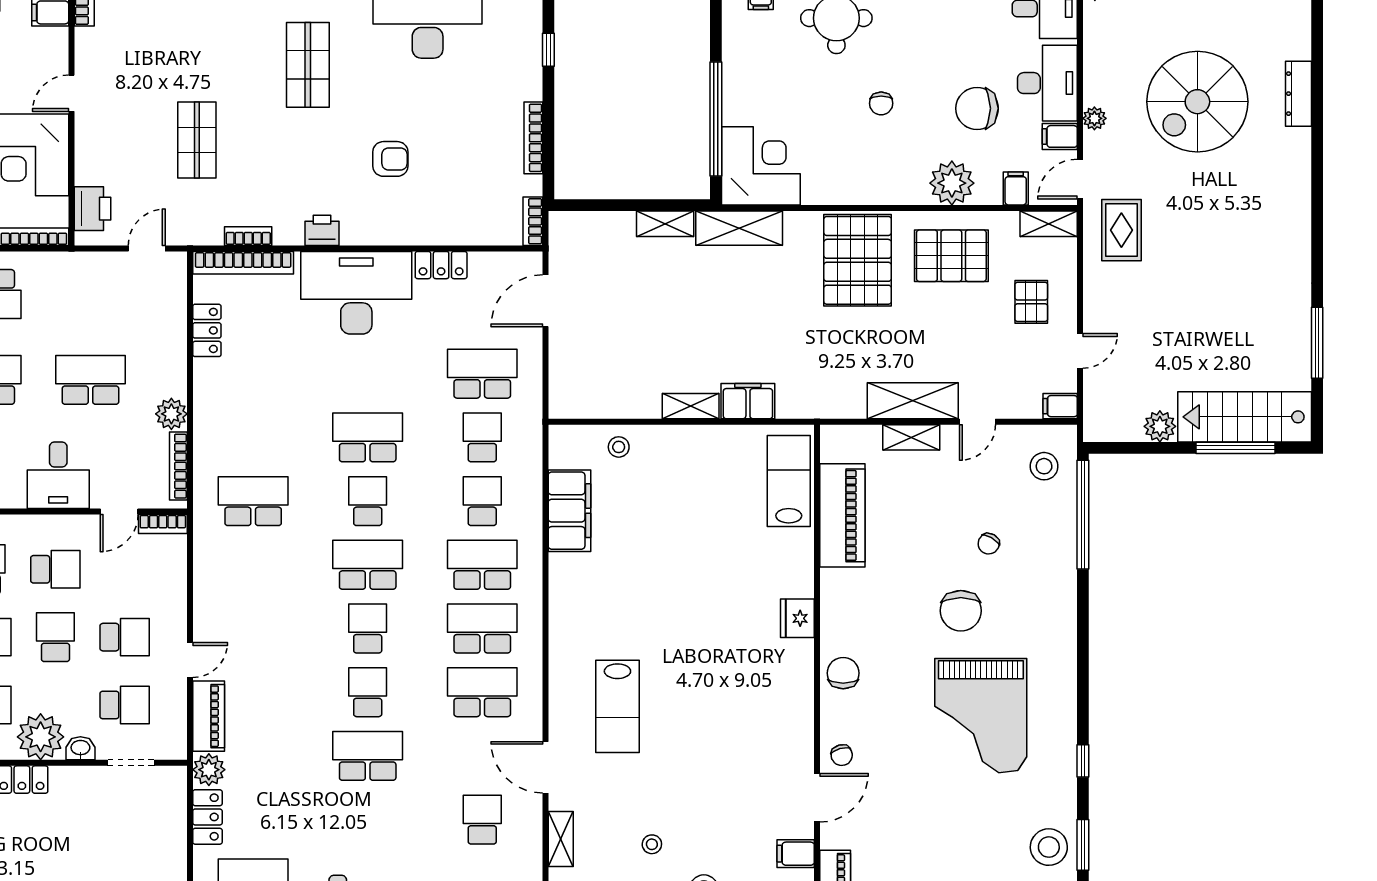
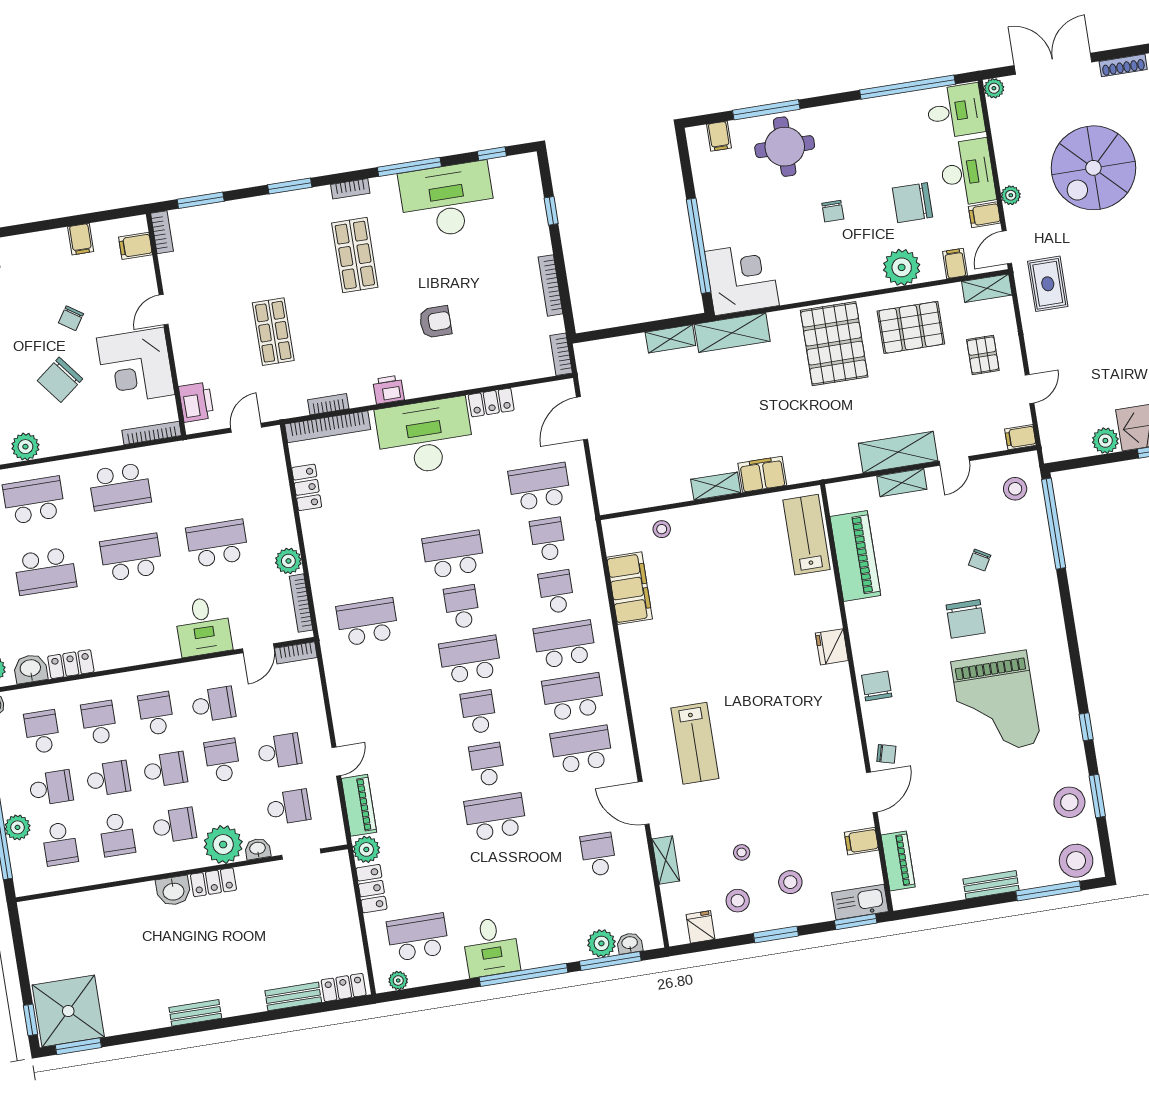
chair: (842, 755) -> (886, 754), turned -59

